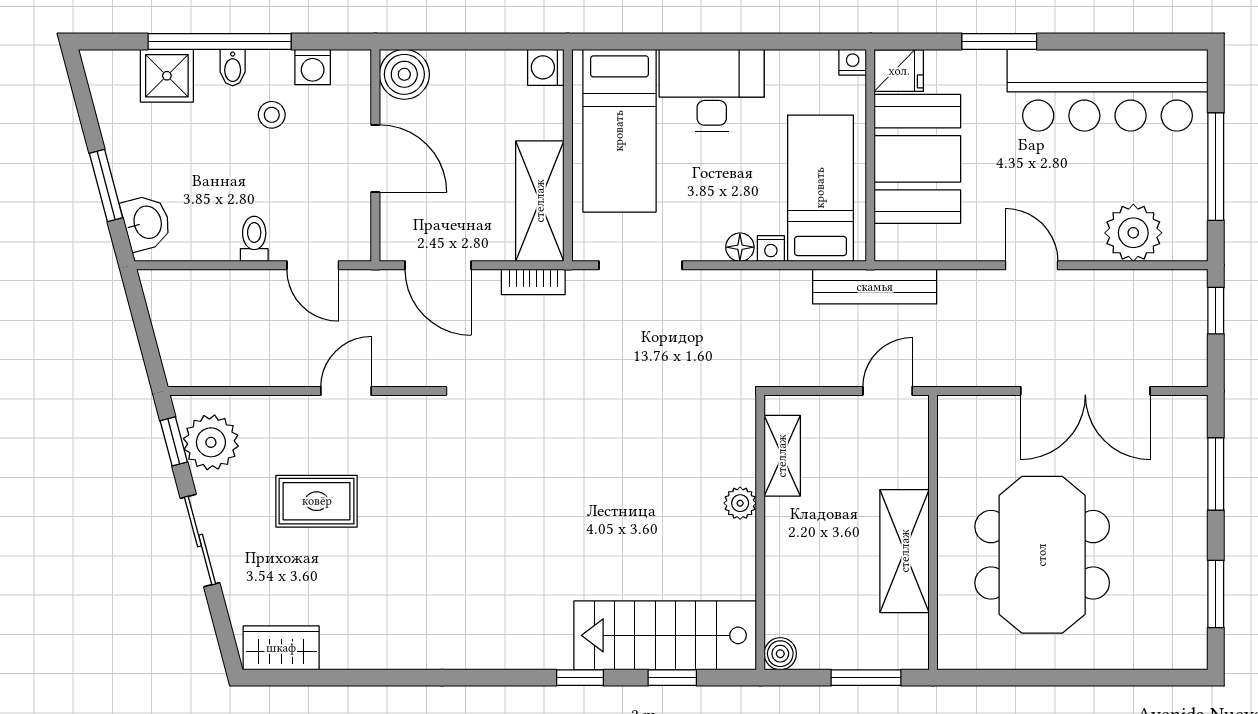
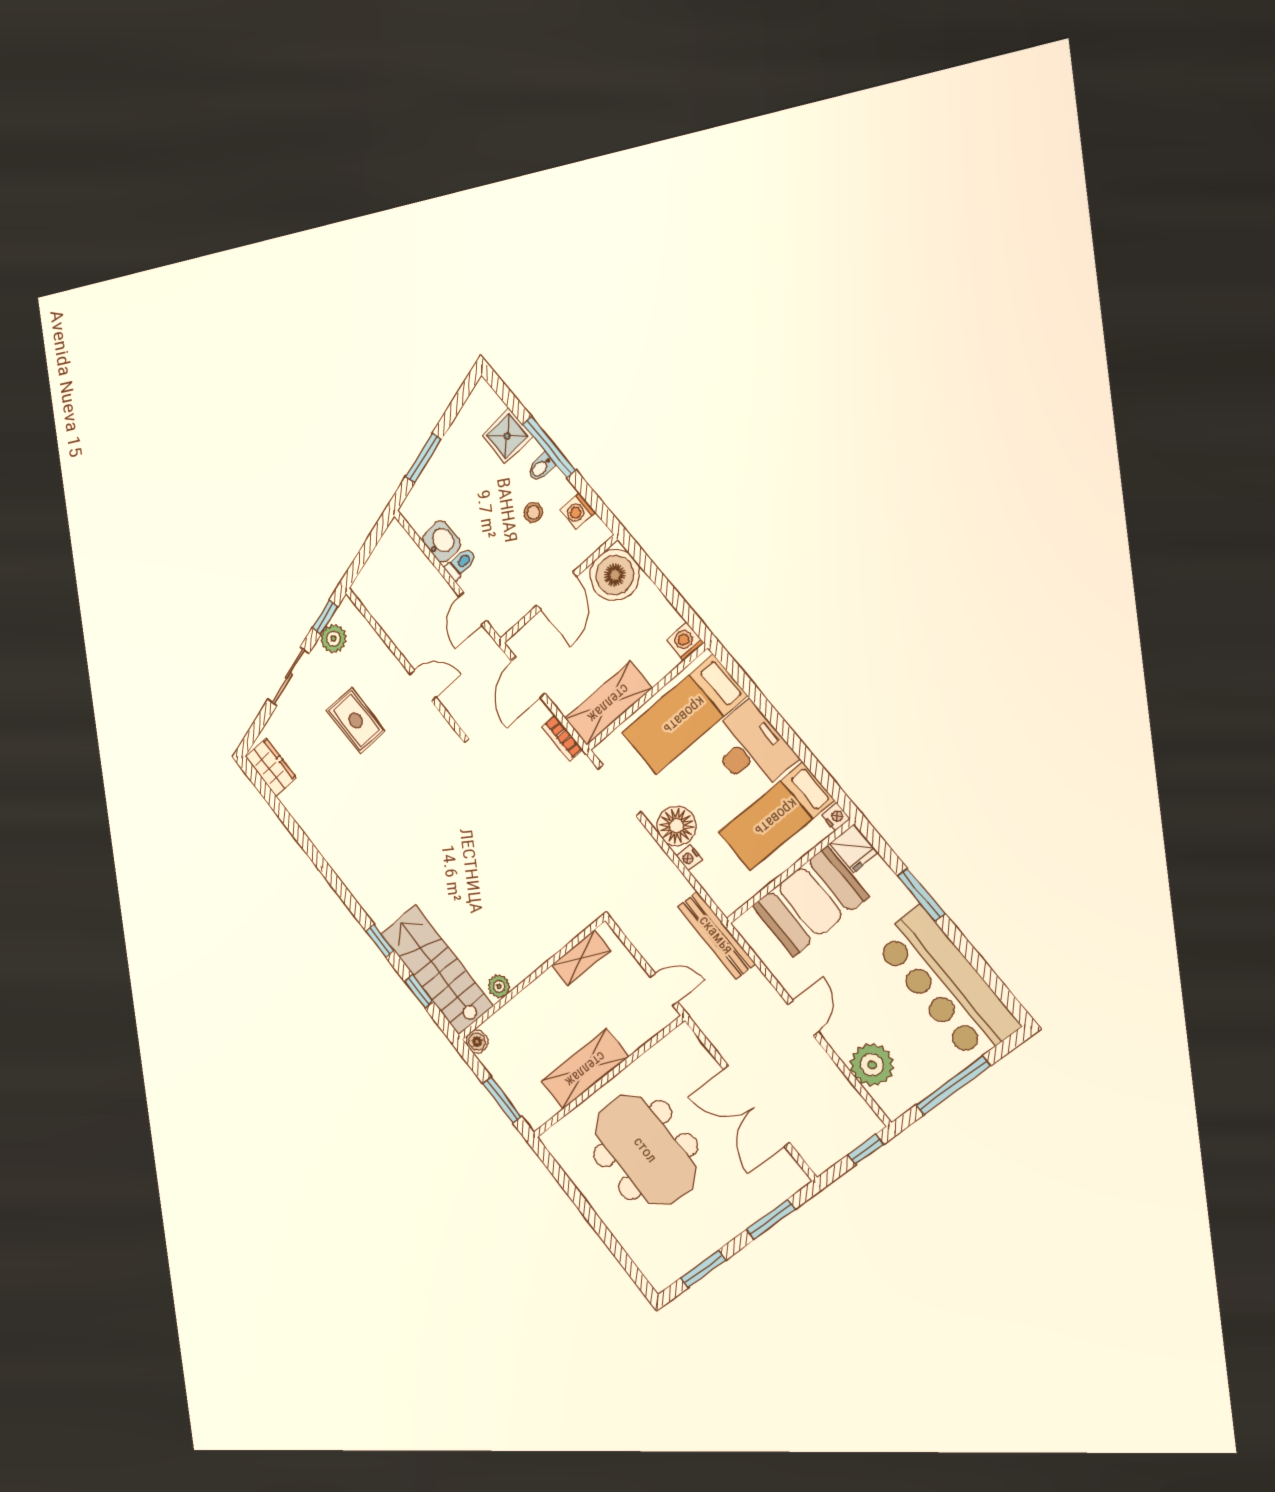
window: (220, 41) -> (549, 447), width x0.68
boiler: (404, 74) -> (615, 575), width x1.37, depth x1.37
bed: (820, 188) -> (776, 817), moved, turned 180
washbasin: (146, 223) -> (442, 541), moved, turned -75
floor lamp: (740, 247) -> (677, 826), width x1.89, depth x1.89
plant: (211, 442) -> (334, 639), width x0.73, depth x0.73
plant: (740, 503) -> (499, 986), moved
meeting table: (1042, 555) -> (645, 1150), turned 90

